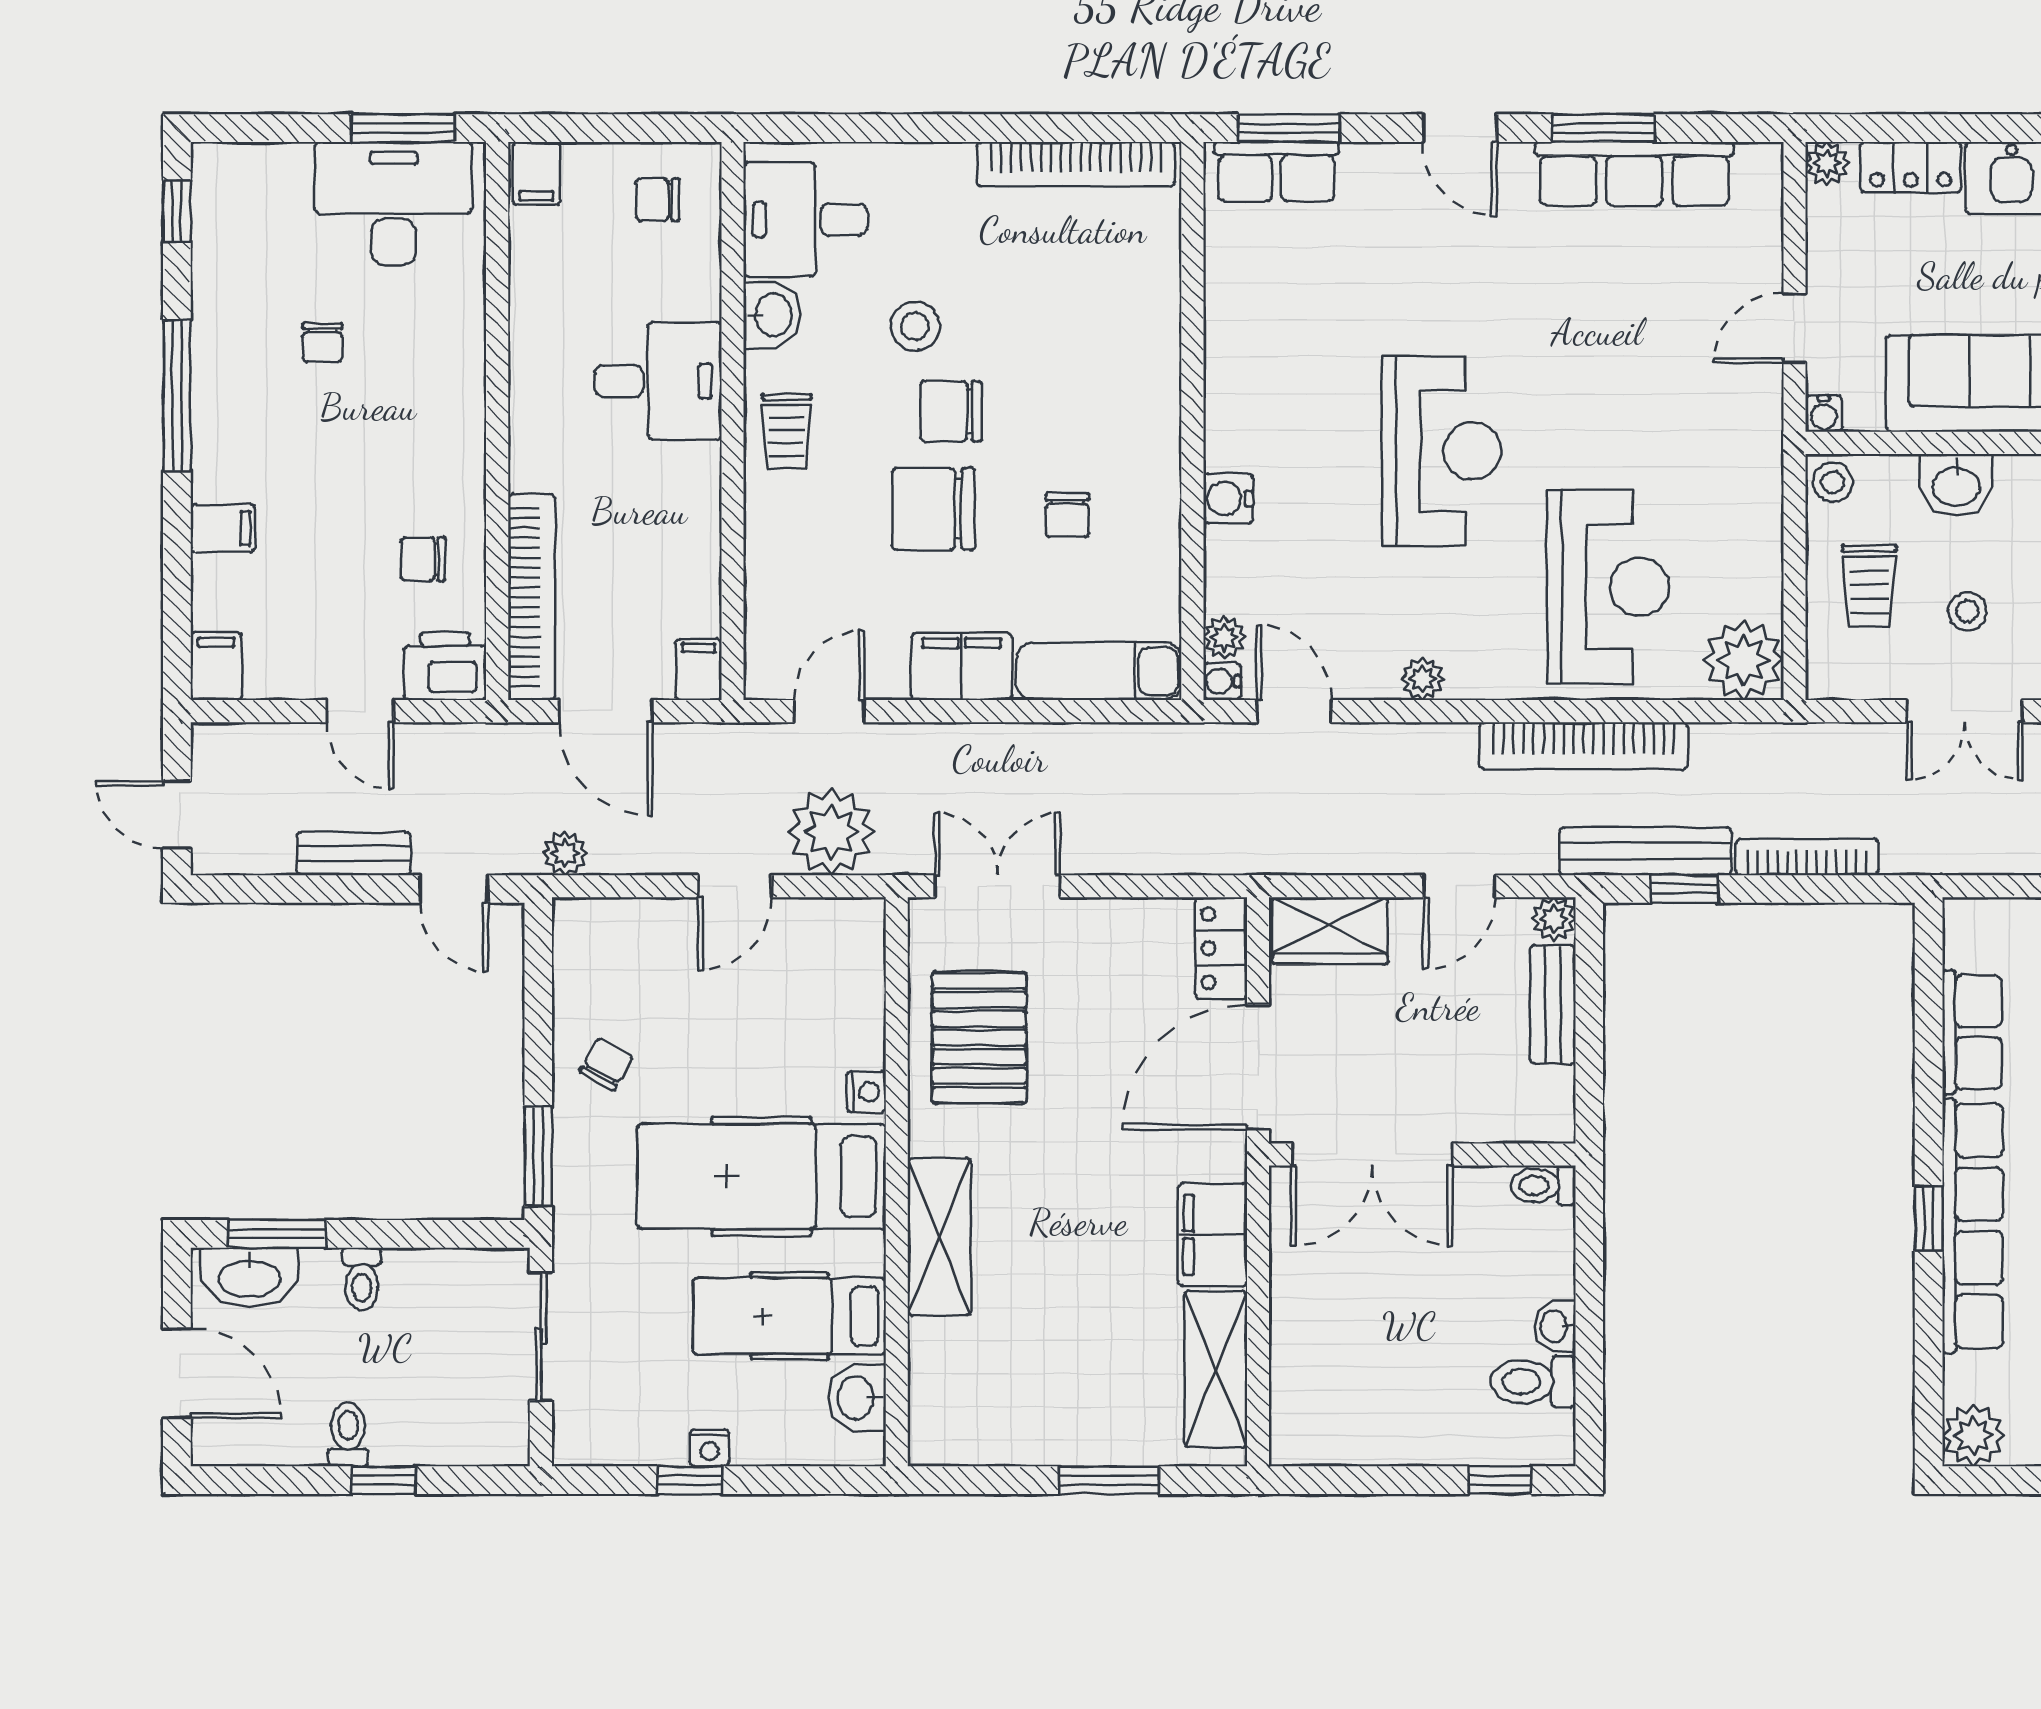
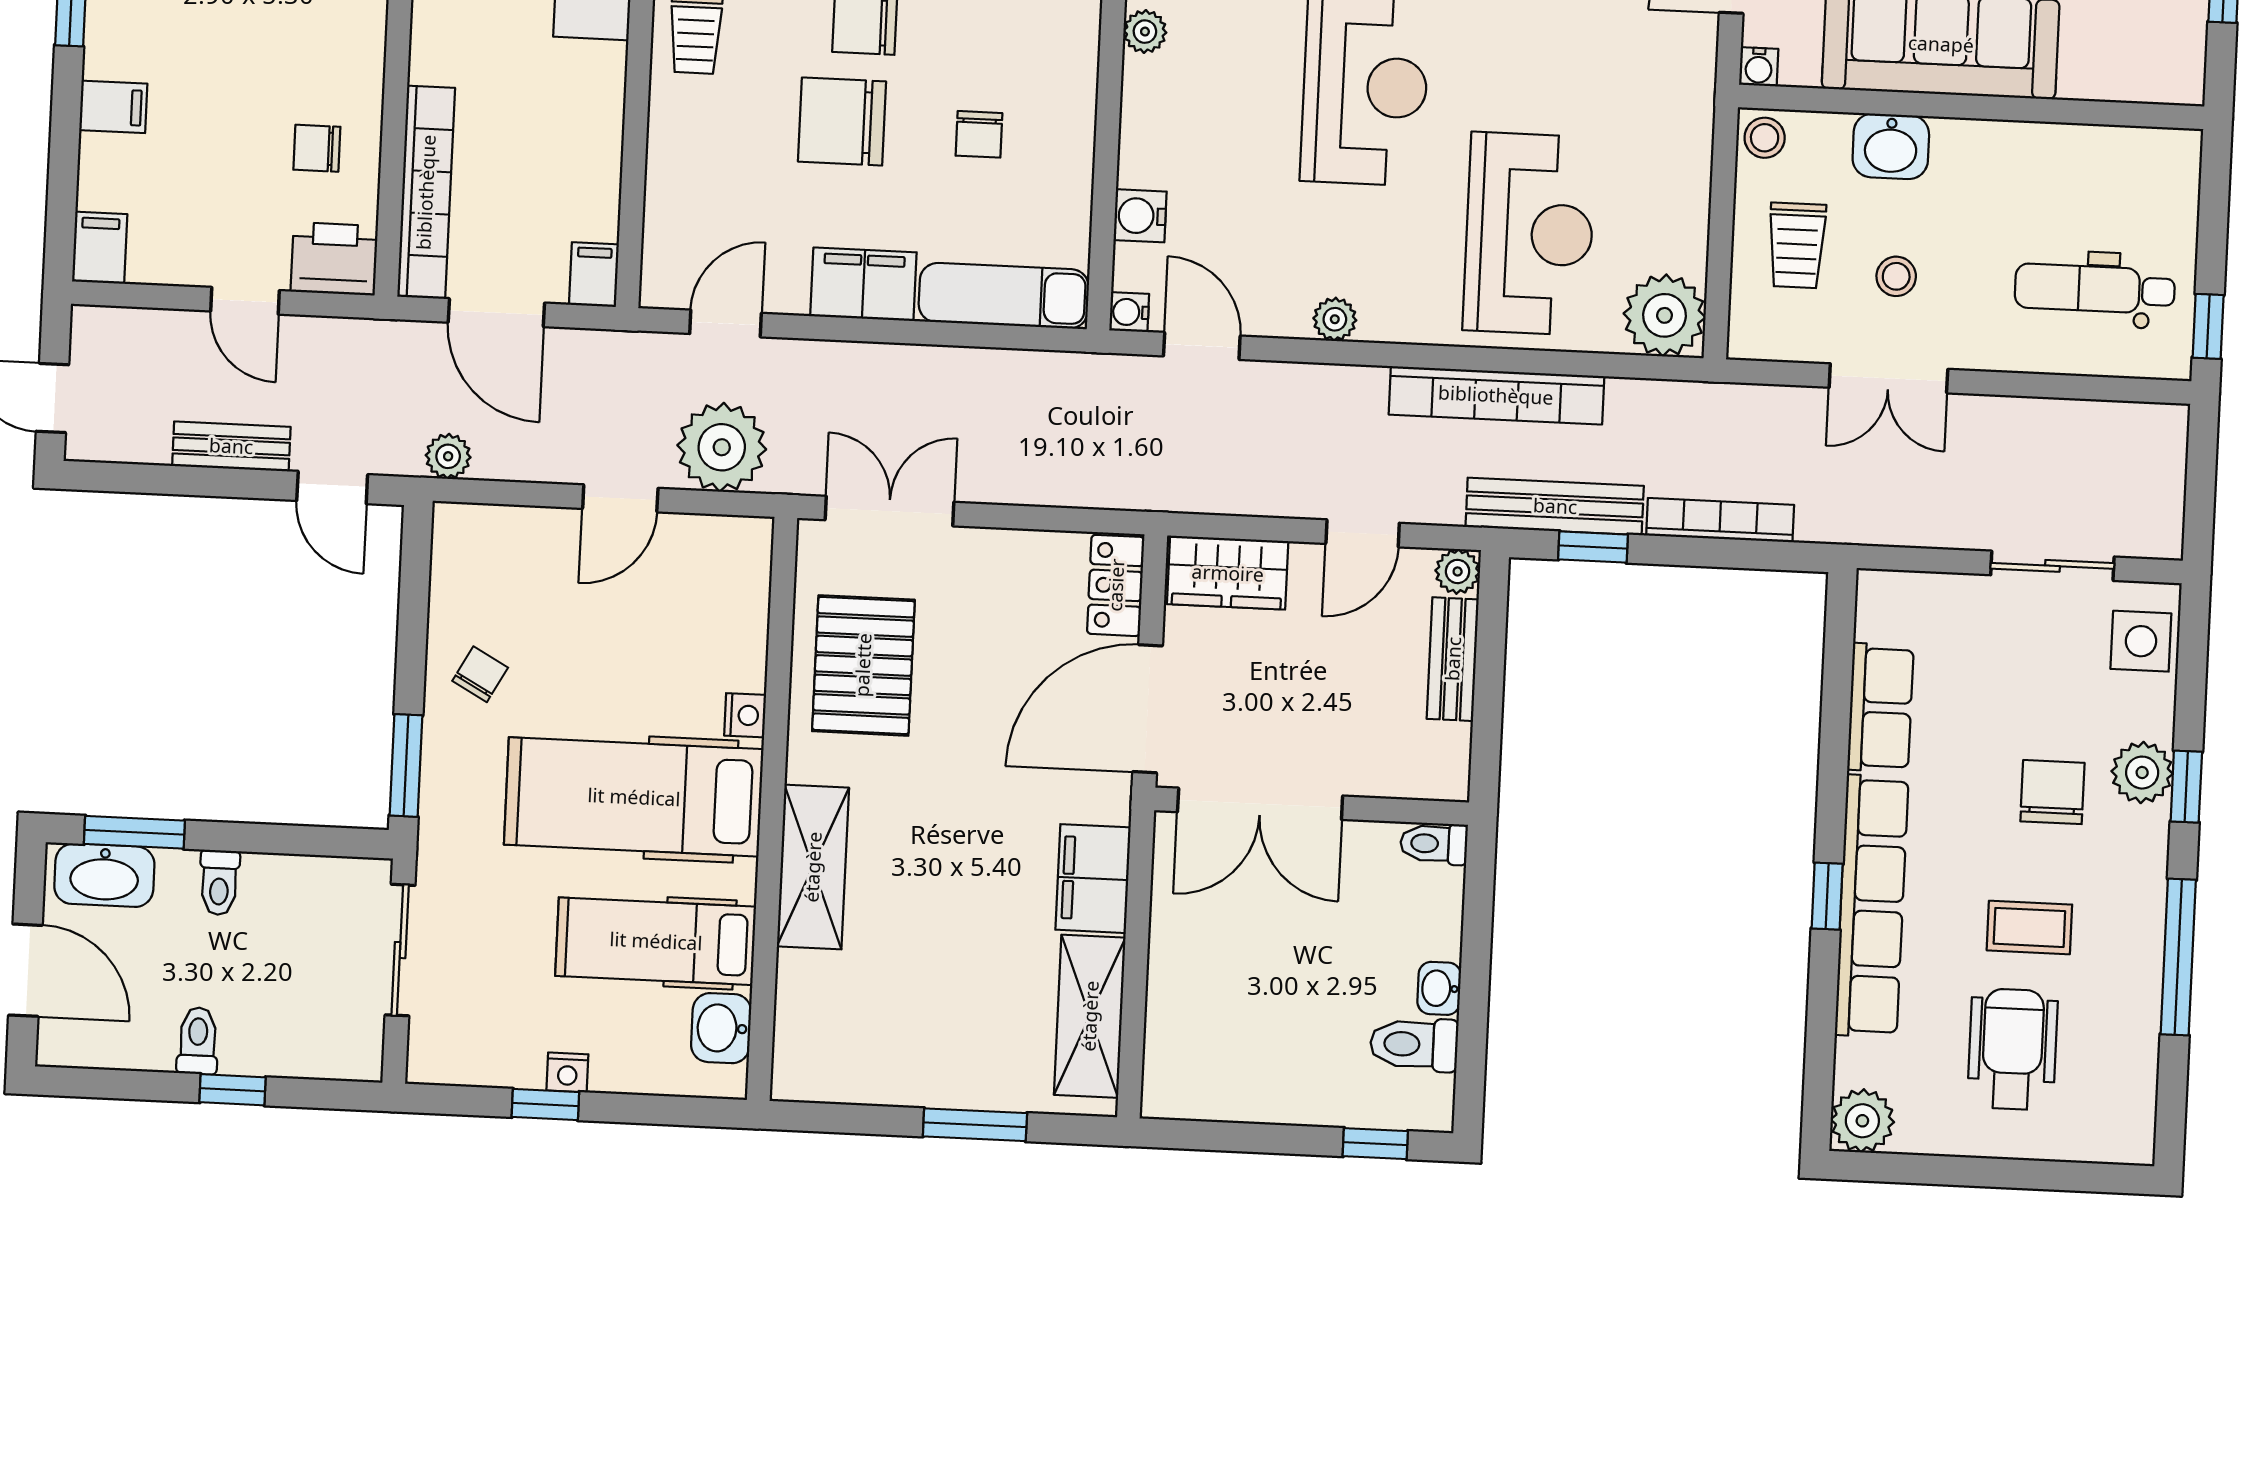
water cooler: (1228, 498) -> (1140, 216), moved
plant: (1224, 637) -> (1145, 32), moved

